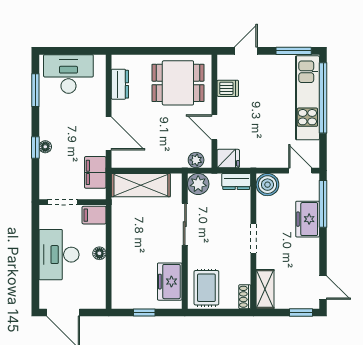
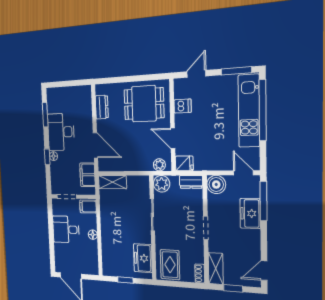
desk: (68, 74) -> (61, 132), moved, turned -90
shelving: (141, 185) -> (112, 182), width x0.67, depth x0.75
desk: (59, 255) -> (66, 229), width x0.73
door: (323, 288) -> (264, 271), swing flipped
window: (301, 313) -> (233, 288), moved

